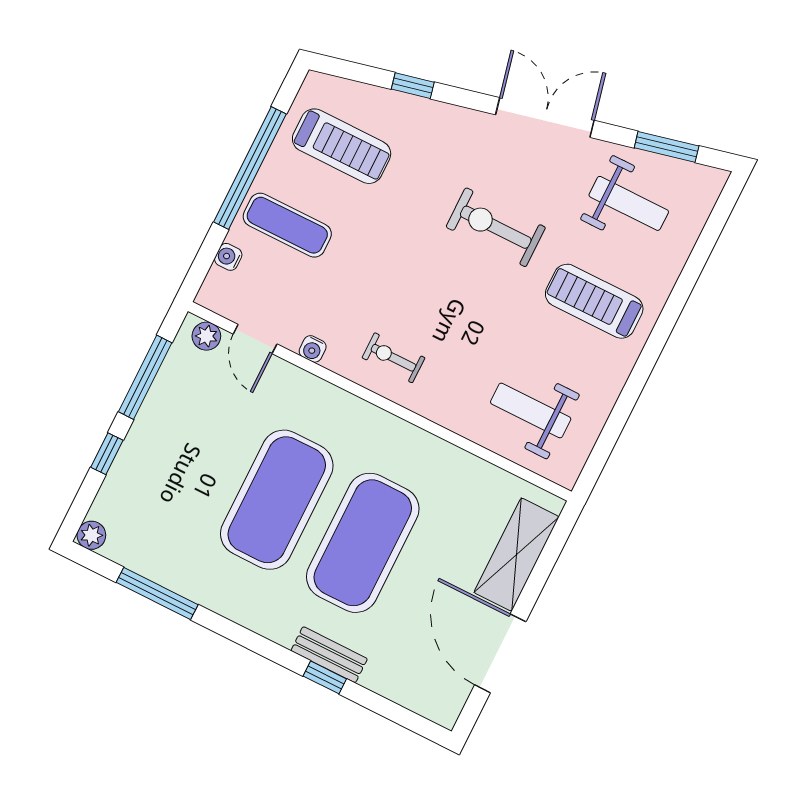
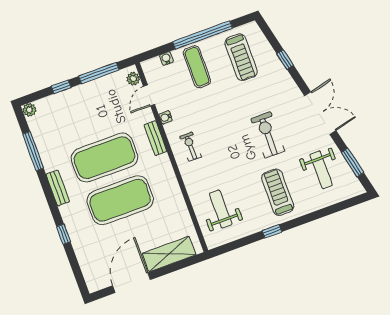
window: (642, 370) -> (272, 231), added
bench: (327, 396) -> (155, 138), added
bench: (329, 655) -> (58, 188), moved

